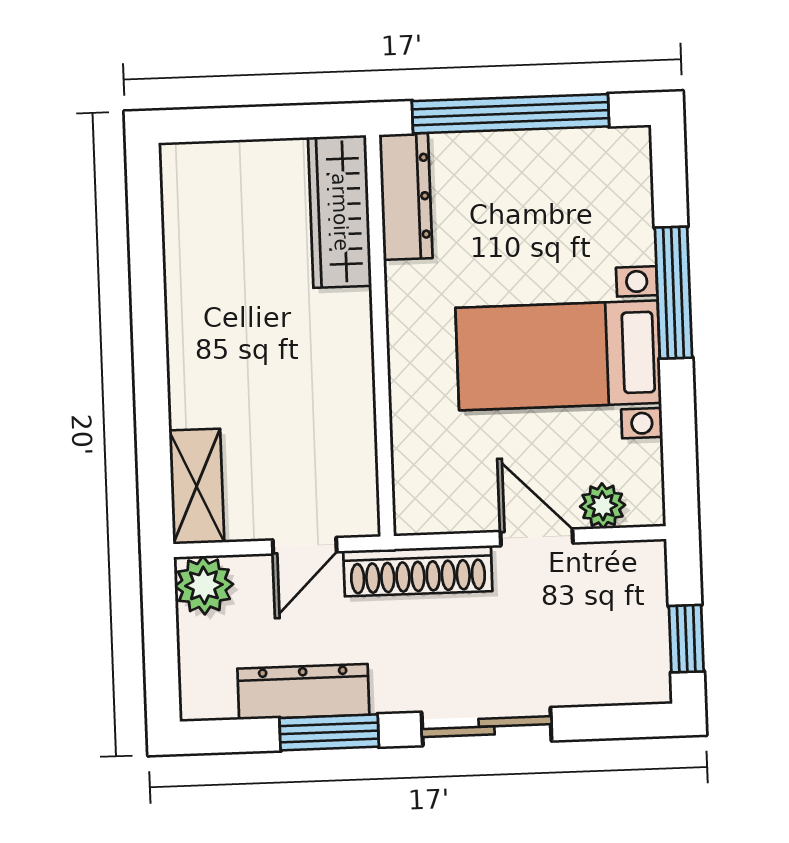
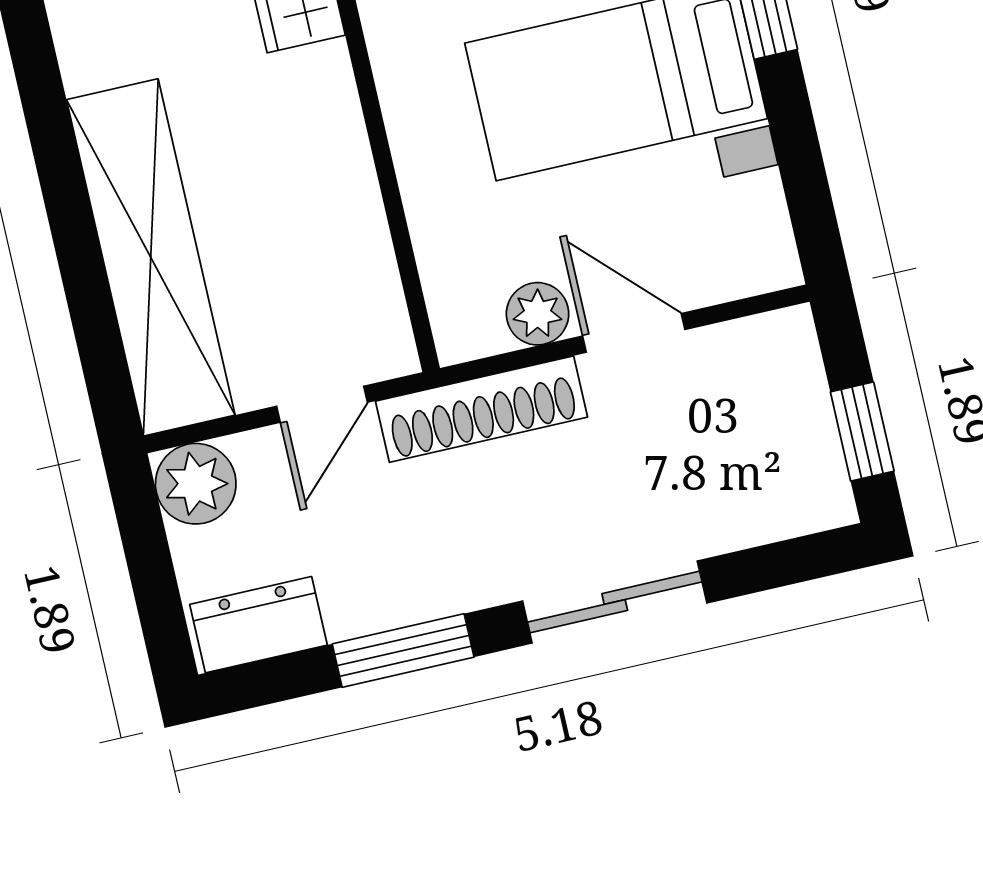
shelving: (197, 486) -> (151, 257), width x2.20, depth x1.33
plant: (603, 506) -> (538, 314), moved
dresser: (303, 692) -> (258, 625), moved, width x0.70

